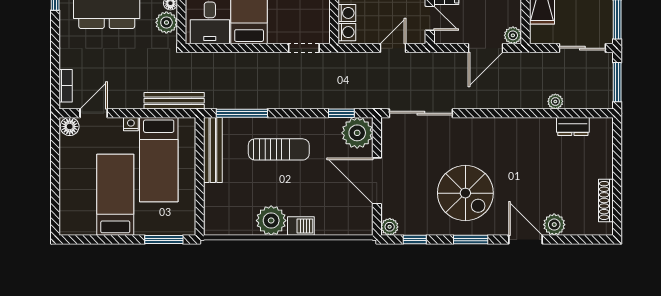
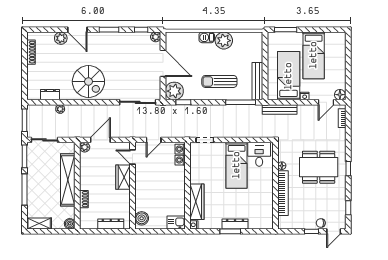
plant: (166, 22) -> (284, 155), removed
spiral stairs: (465, 193) -> (88, 82), moved, turned 180

